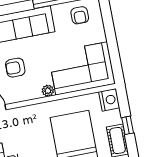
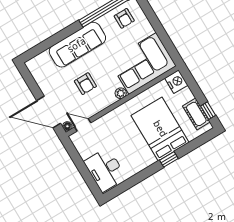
armchair: (15, 68) -> (85, 84), turned -90
window: (128, 125) -> (208, 111), moved

